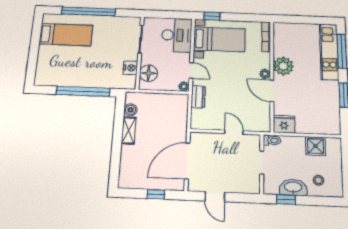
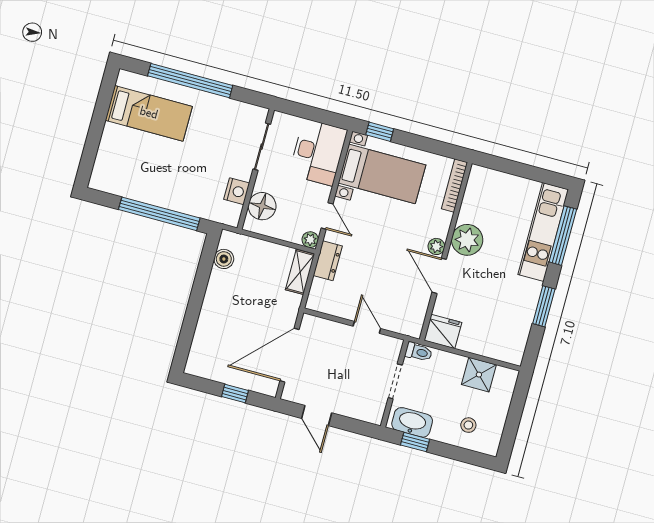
shelving: (129, 130) -> (300, 272), moved
washbasin: (293, 187) -> (412, 422), moved

